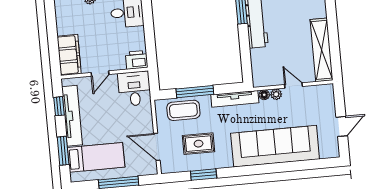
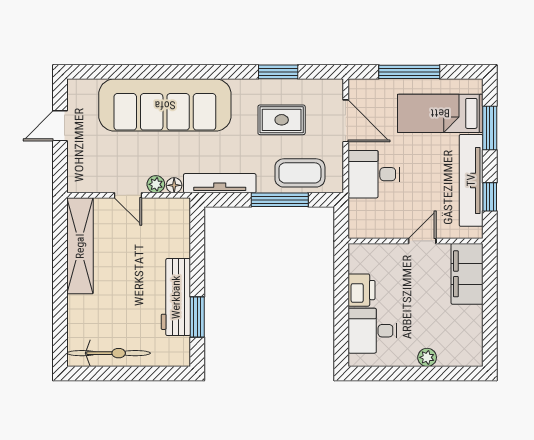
printer: (137, 60) -> (361, 290), moved, turned -90
desk: (134, 89) -> (374, 174), moved, turned 90

